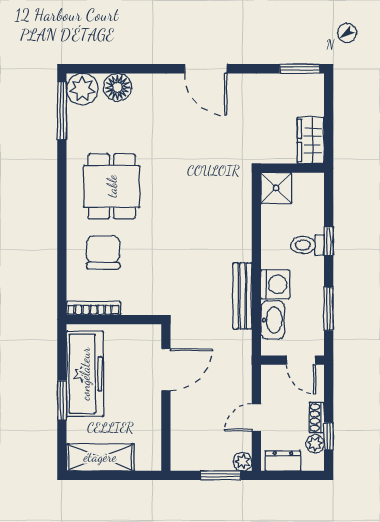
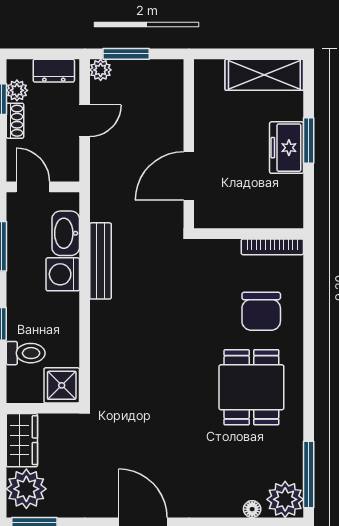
floor lamp: (118, 87) -> (252, 509), width x0.53, depth x0.53
plant: (307, 98) -> (26, 489), added
toilet: (307, 245) -> (26, 353), moved
freezer: (85, 374) -> (287, 148), width x0.52, depth x0.79

